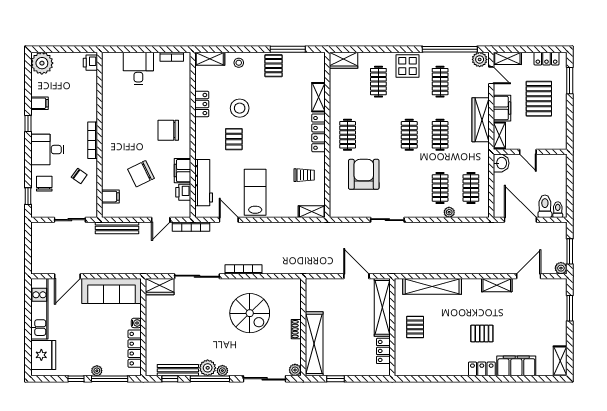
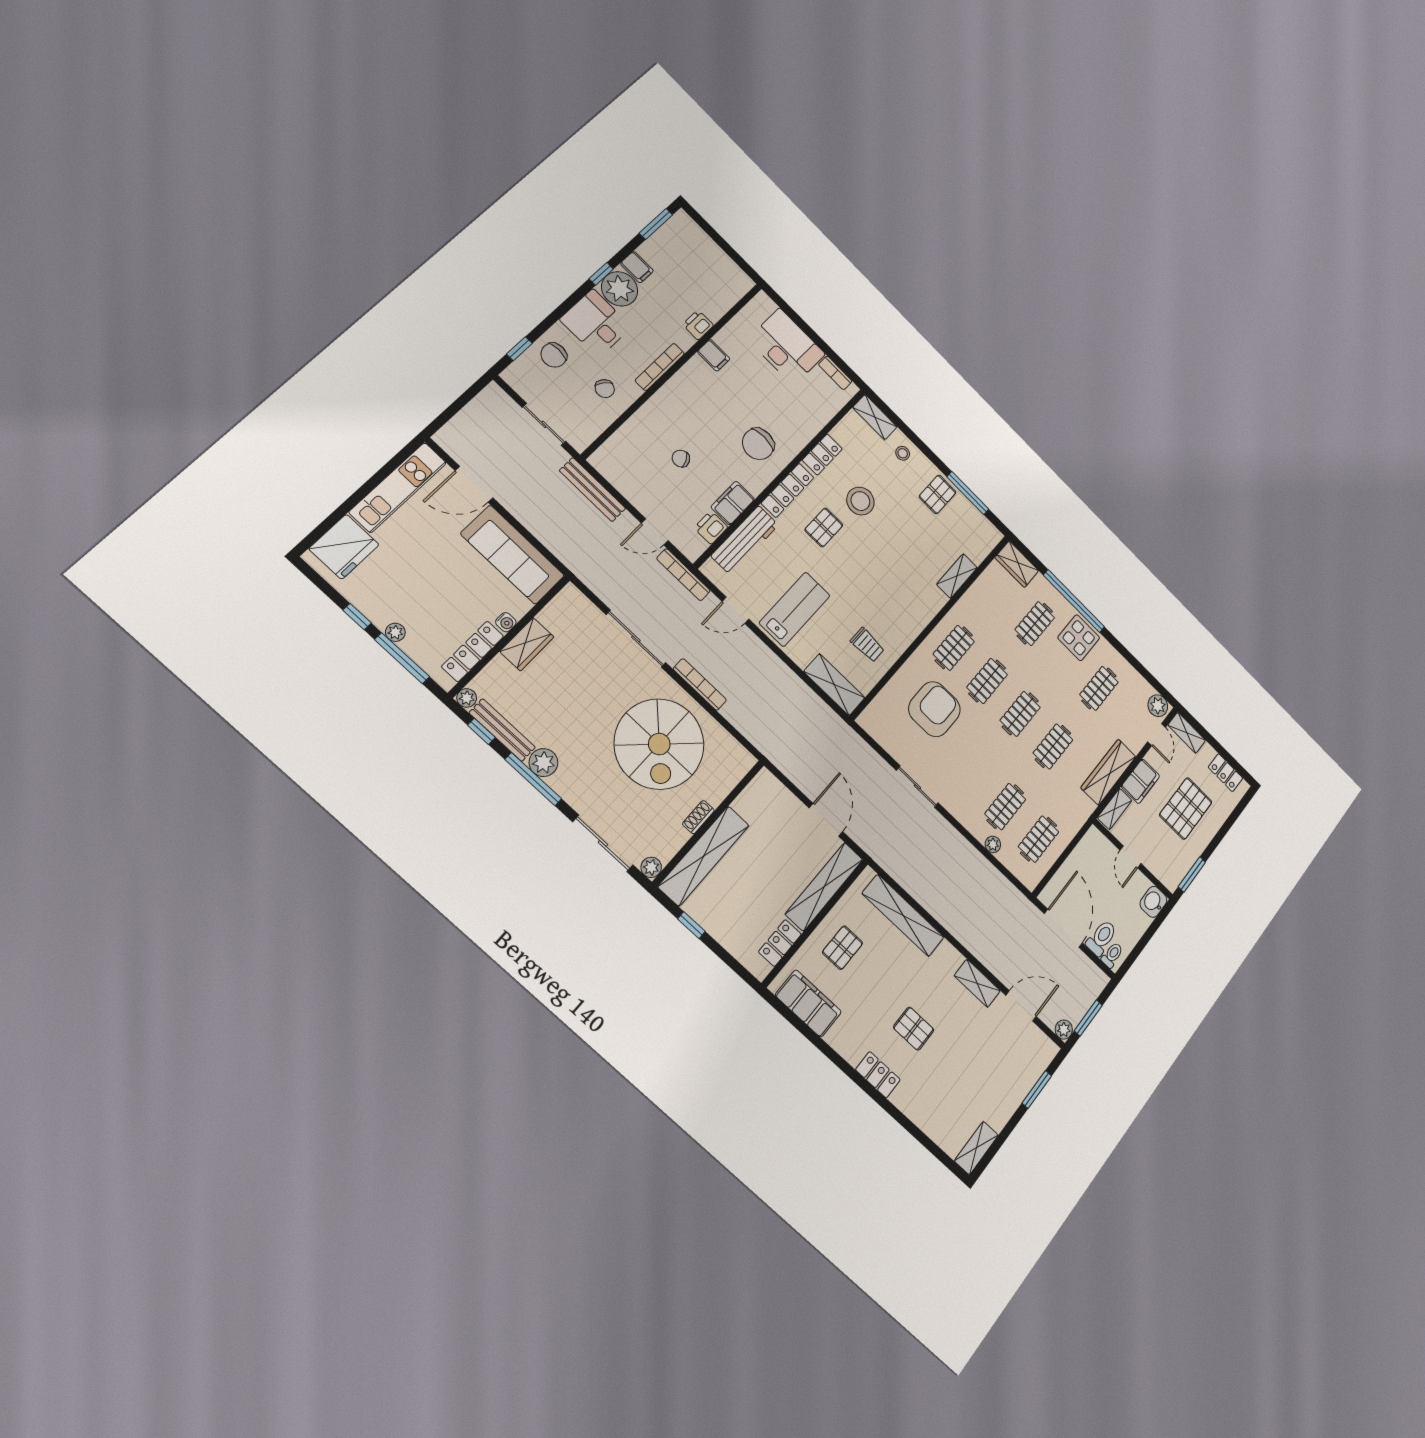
window: (450, 49) -> (1074, 601), moved
plant: (42, 63) -> (620, 289), moved
printer: (90, 63) -> (698, 325), moved
desk: (138, 68) -> (787, 347), width x1.37
window: (28, 73) -> (656, 224), added
window: (570, 81) -> (1192, 874), moved
chair: (168, 130) -> (758, 444), turned -89
locker: (319, 133) -> (788, 490), moved, turned 180
clothes rail: (378, 135) -> (987, 681), added
washbasin: (501, 163) -> (1153, 902), moved, turned 180
chair: (141, 174) -> (681, 459), width x0.54, depth x0.54
chair: (44, 184) -> (554, 355), turned 180
filing cabinet: (110, 197) -> (714, 355), moved
shelving: (312, 212) -> (834, 685), width x1.50, depth x1.33
door: (229, 220) -> (736, 610), swing flipped
wardrobe: (160, 287) -> (527, 644), moved, turned -90
spiral stairs: (250, 313) -> (659, 744), width x1.37, depth x1.37
filing cabinet: (516, 366) -> (808, 1003), moved
plant: (222, 371) -> (467, 698), moved

